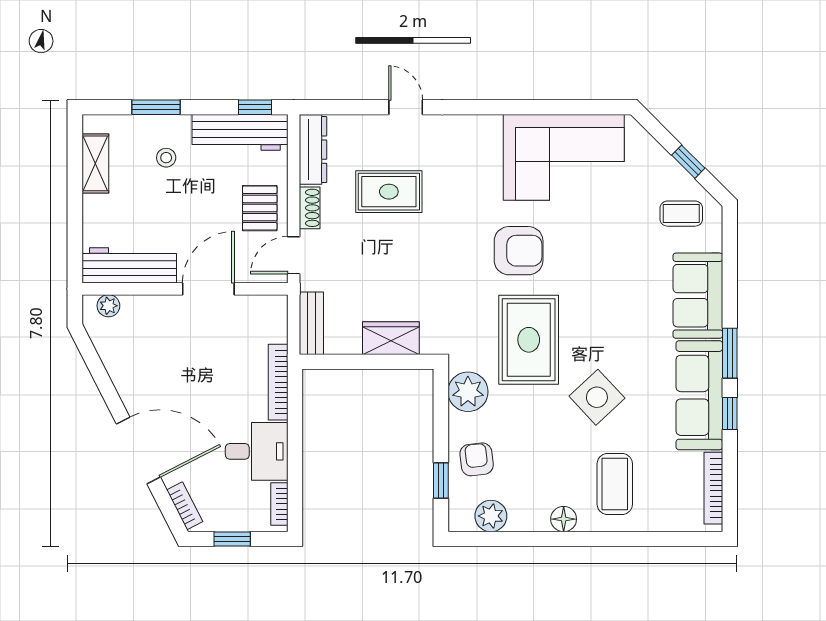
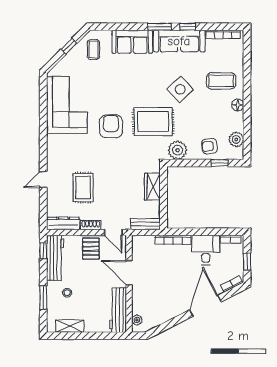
pallet: (260, 208) -> (91, 249), turned 90

